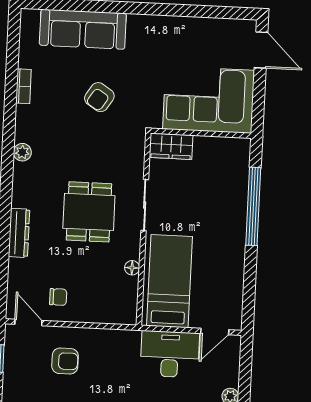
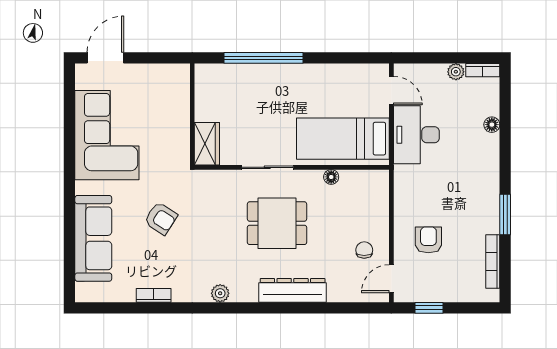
corner sofa: (209, 100) -> (107, 135), moved, turned 180
dresser: (19, 233) -> (293, 290), width x1.37, depth x1.24

